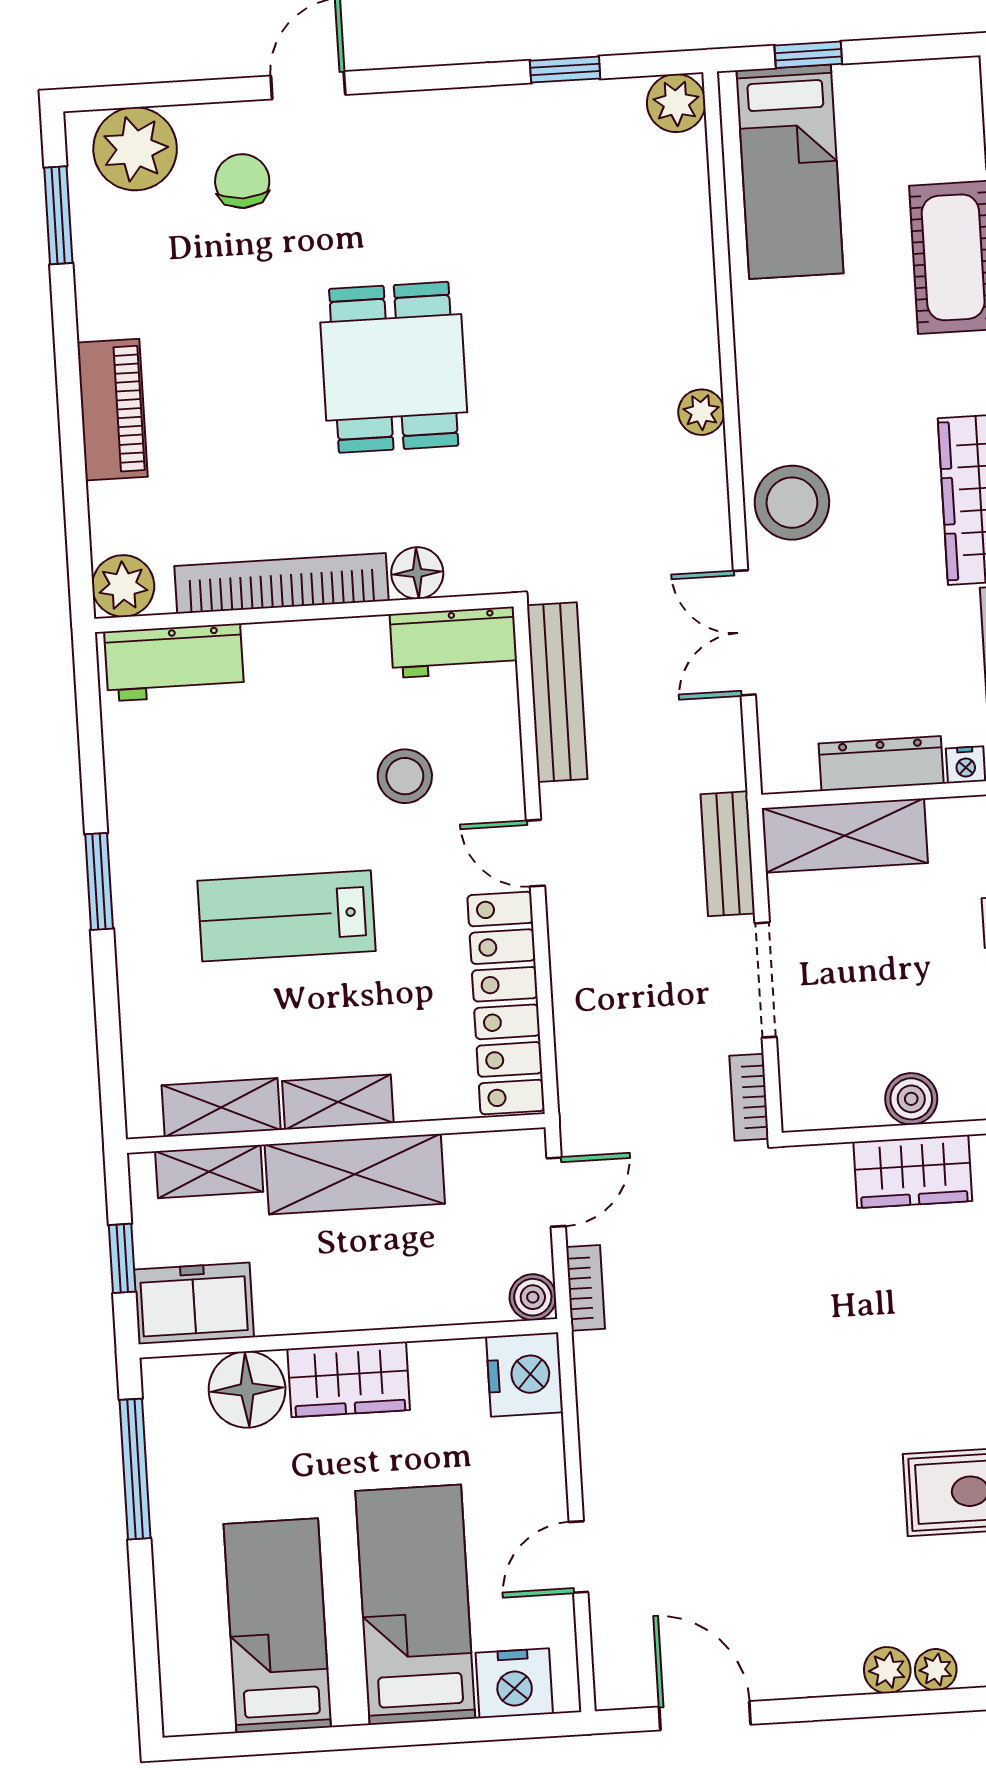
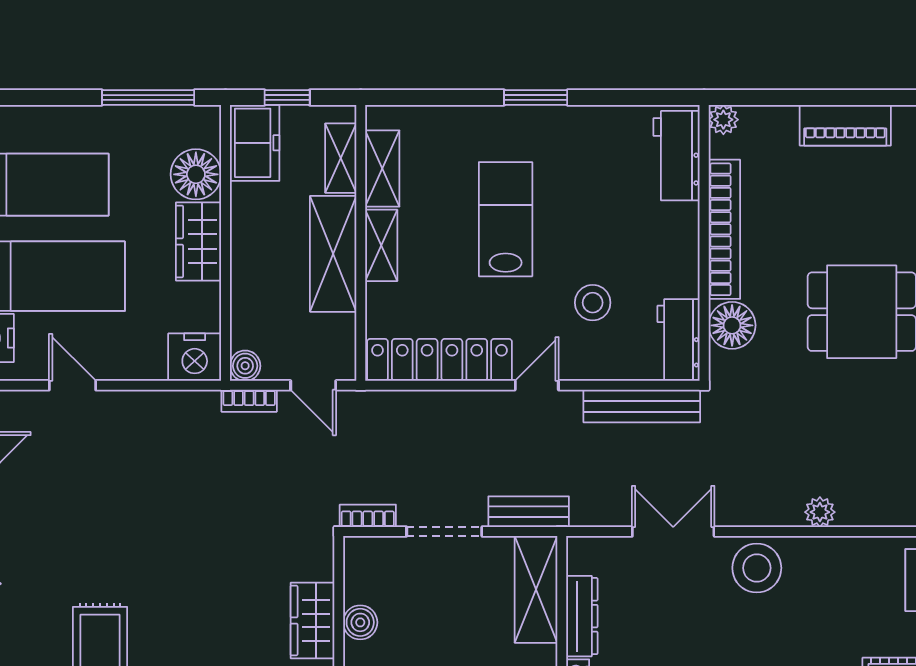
floor lamp: (417, 573) -> (732, 325), width x1.38, depth x1.38
plant: (123, 586) -> (723, 120), width x0.73, depth x0.73

